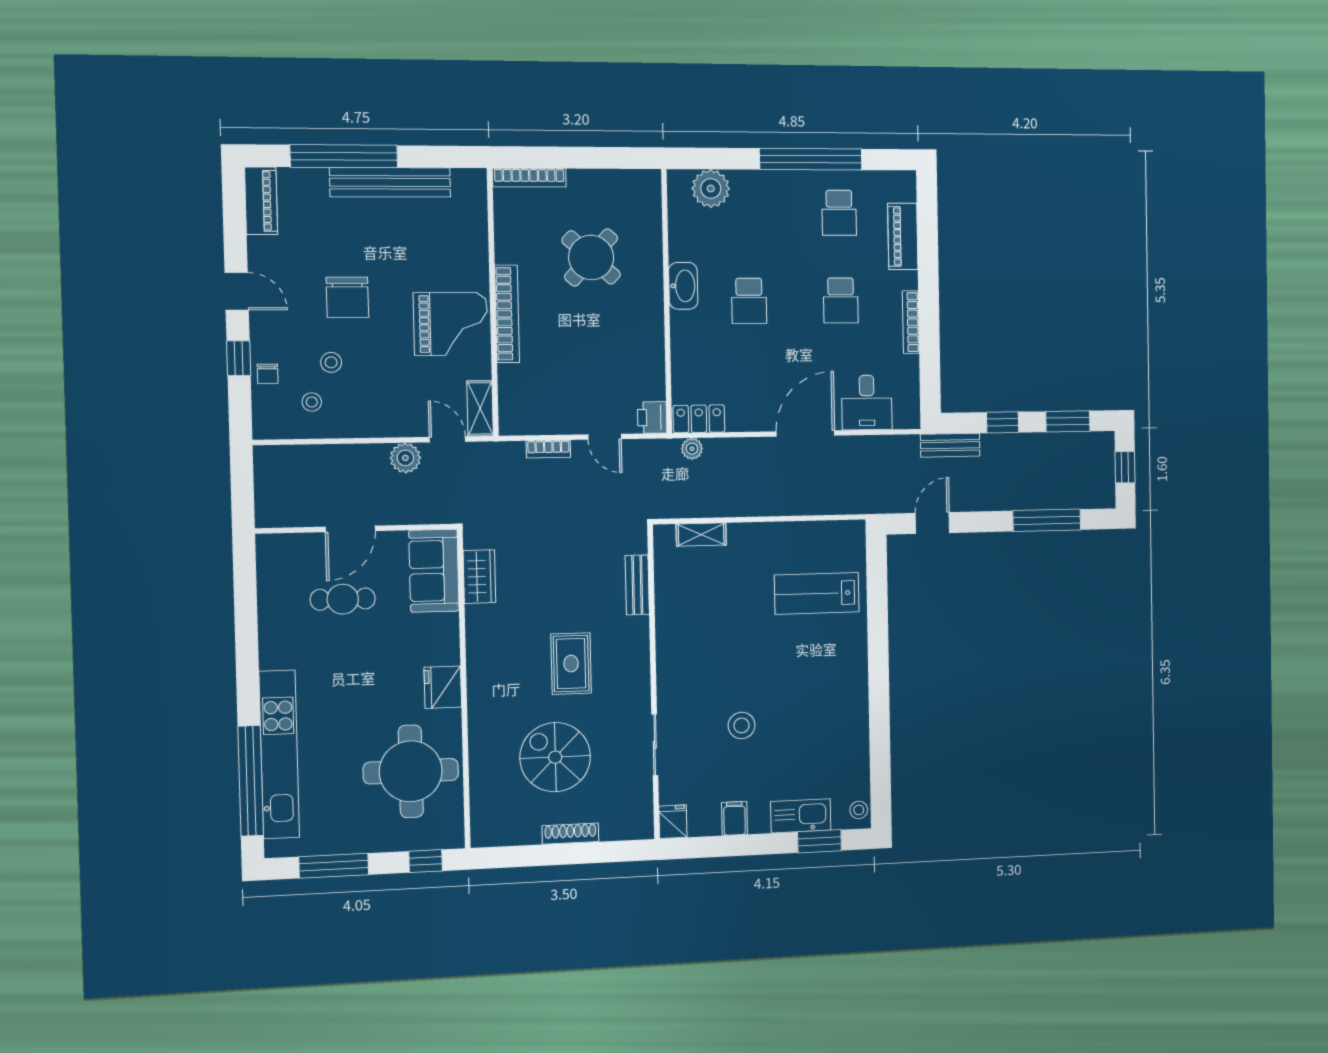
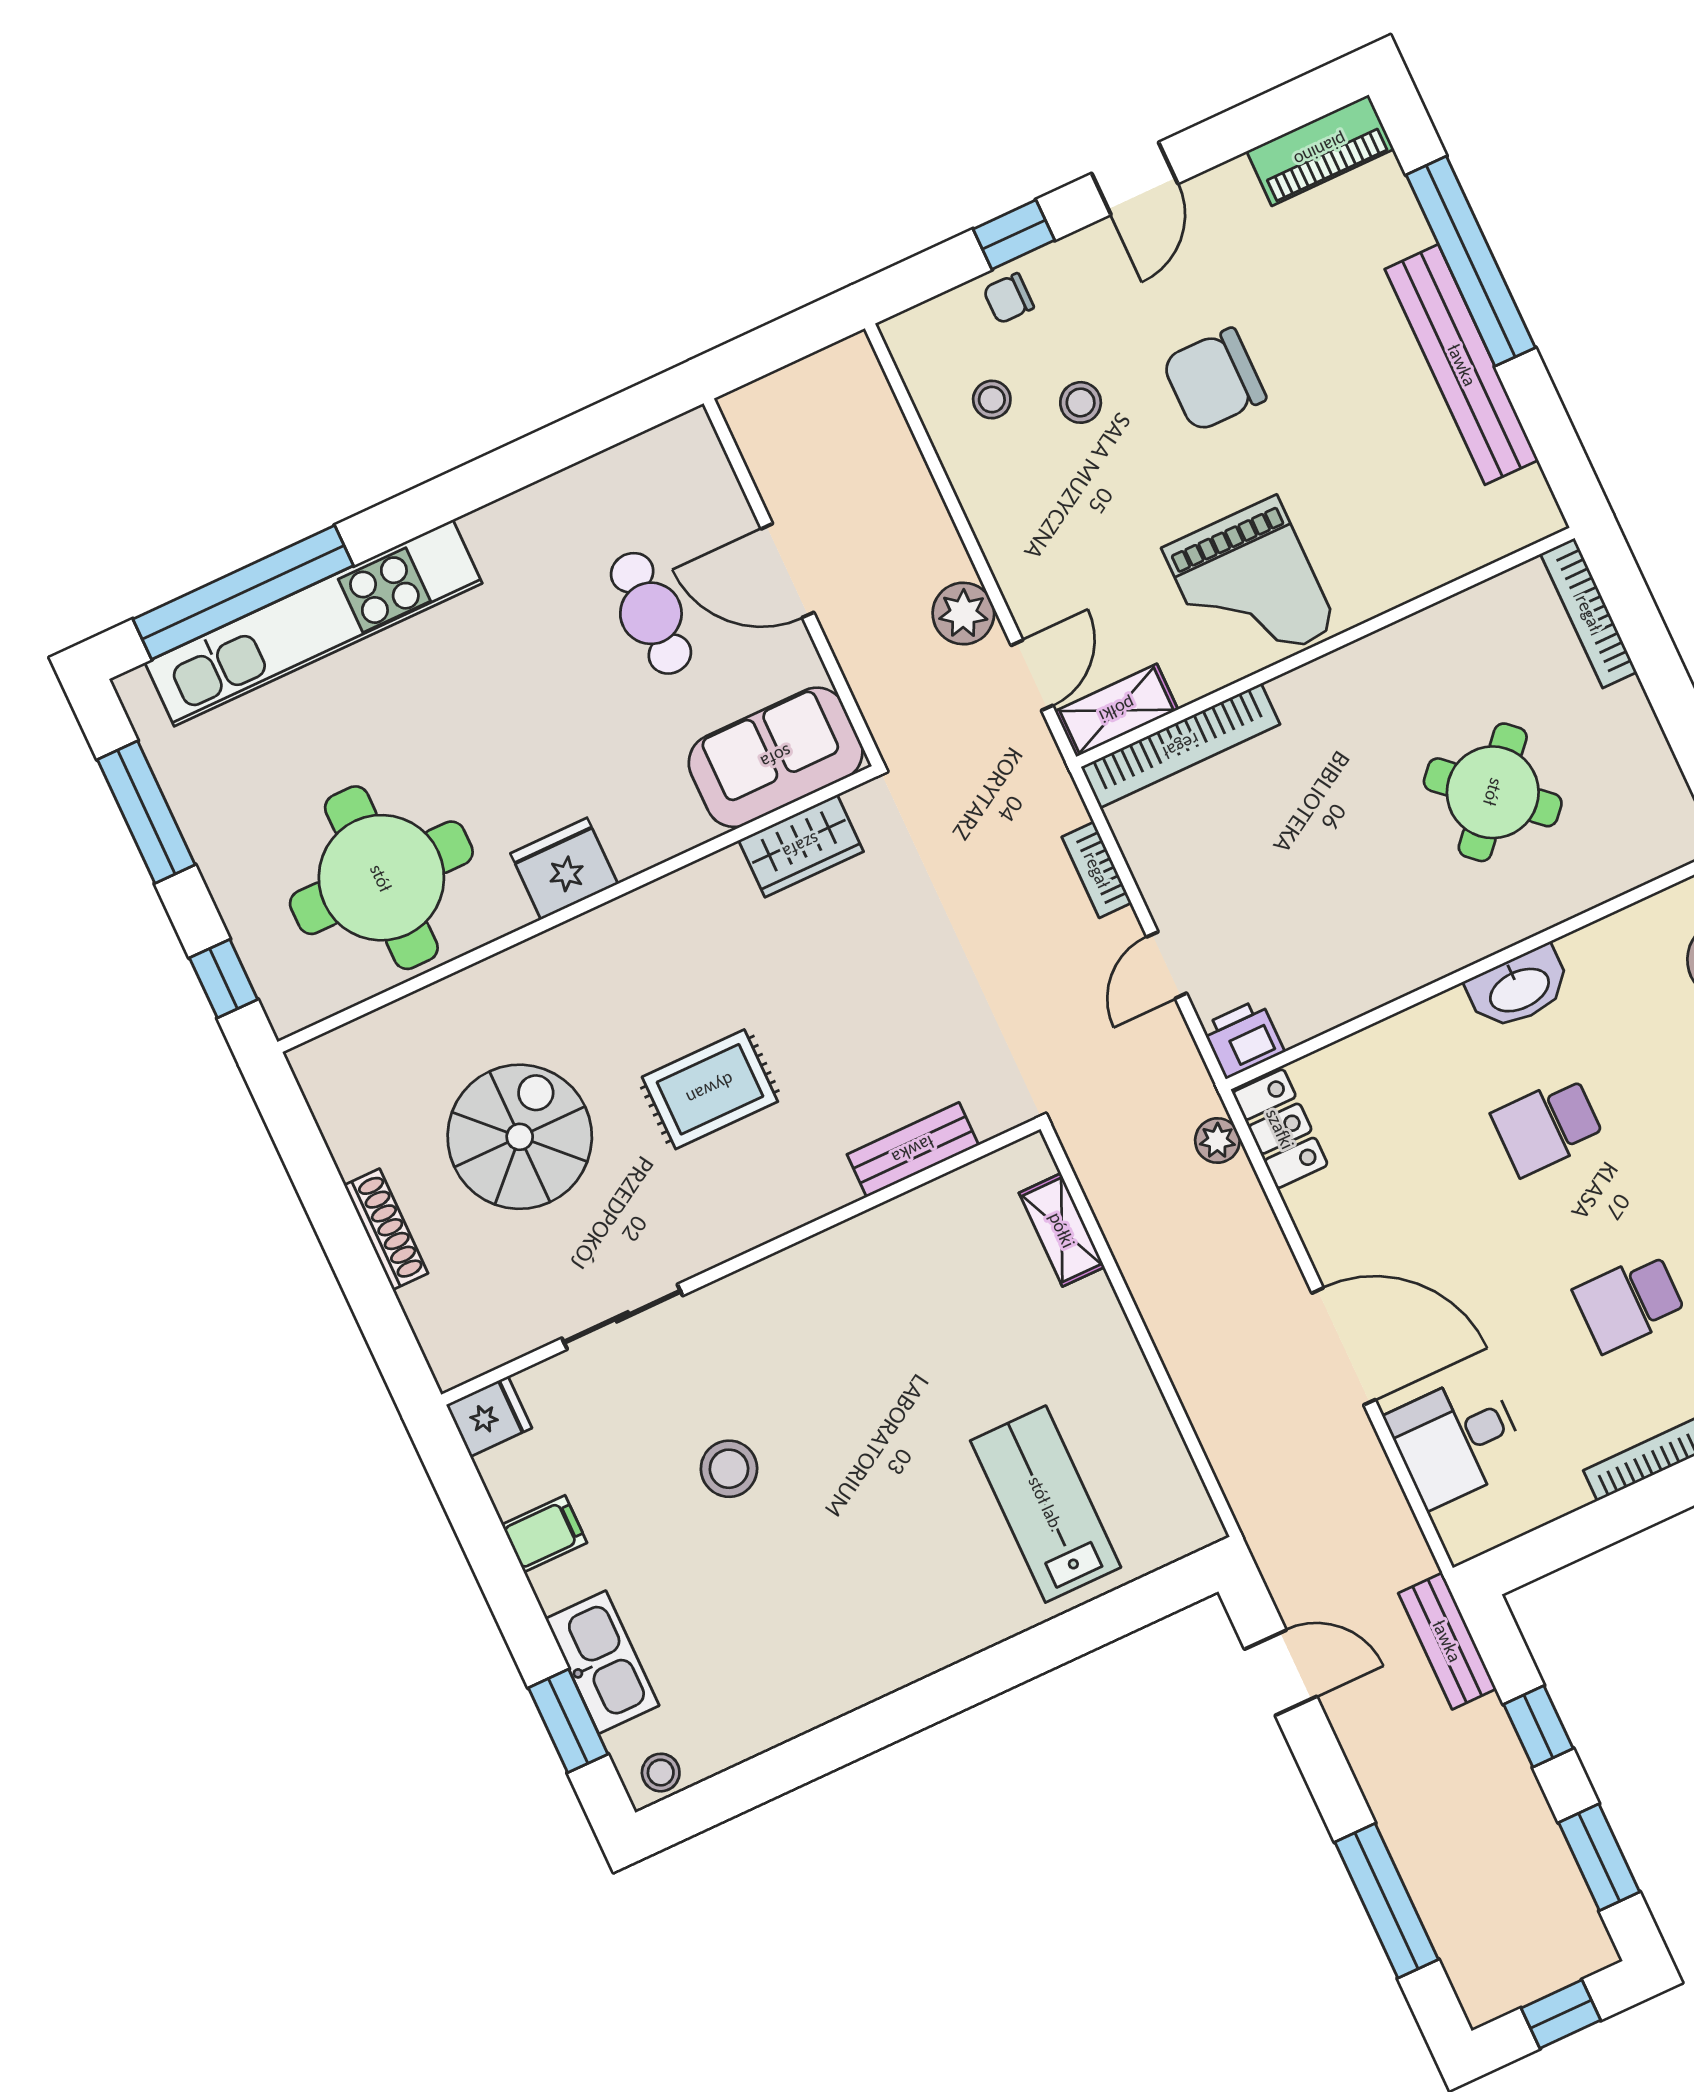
bookcase: (507, 314) -> (1181, 746), moved

